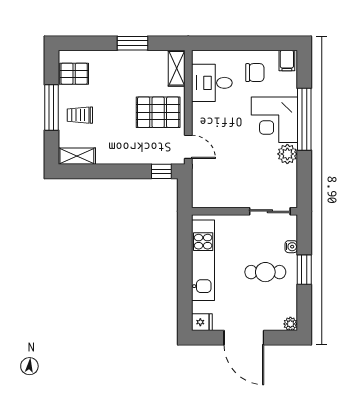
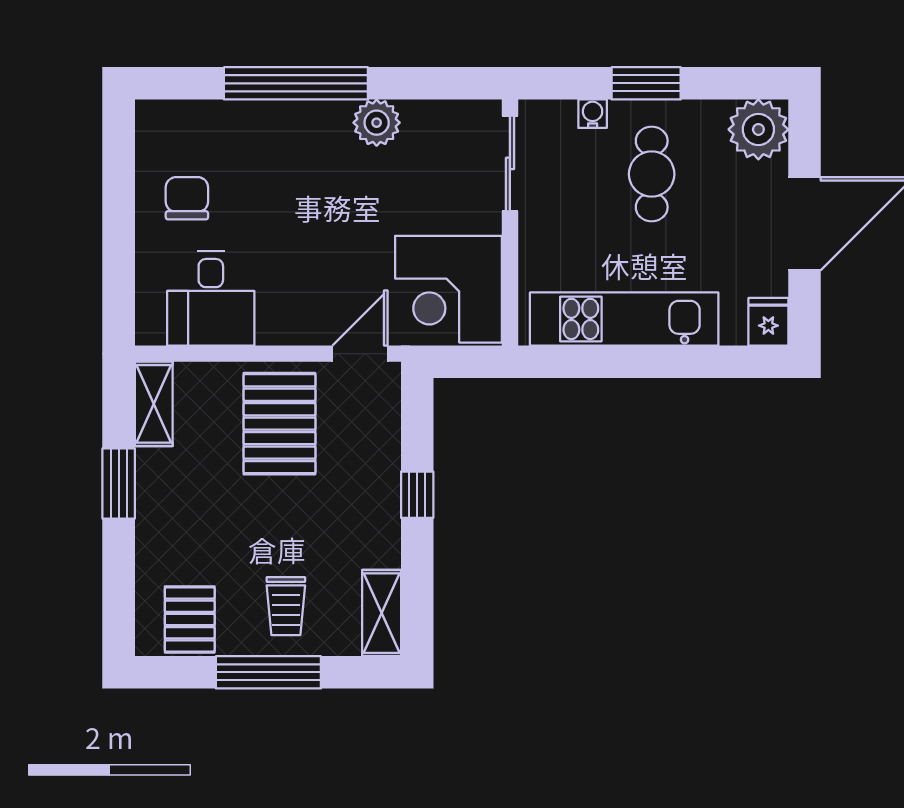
filing cabinet: (287, 61) -> (159, 124), removed
shelving: (177, 68) -> (154, 404), moved, turned 90
corner desk: (274, 120) -> (449, 289), moved, turned 90
window: (161, 171) -> (417, 495), moved
plant: (290, 324) -> (758, 129), width x1.87, depth x1.87

